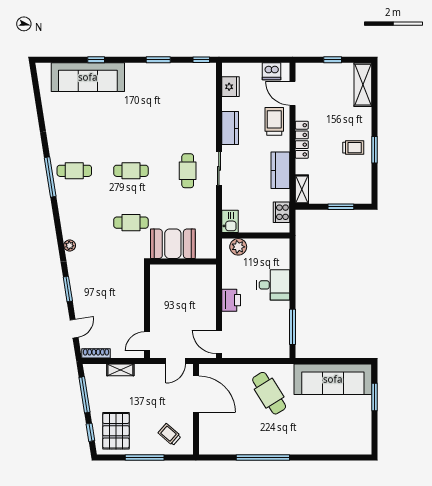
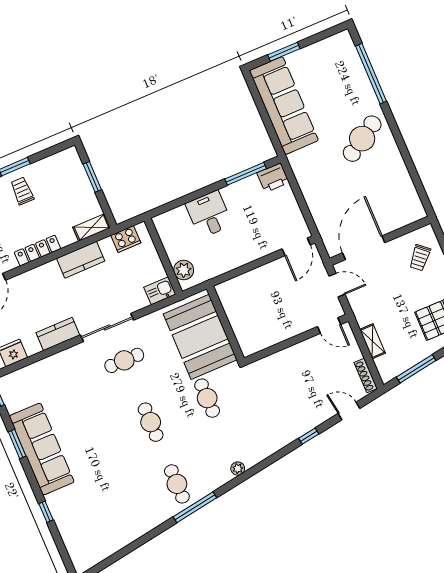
sofa: (88, 77) -> (42, 449), moved
trolley: (274, 121) -> (30, 289), removed
sliding door: (219, 168) -> (107, 327), width x1.37
booth: (173, 244) -> (200, 337), width x1.36, depth x1.42
plant: (70, 245) -> (238, 469), moved
window: (68, 289) -> (309, 436), width x0.67
printer: (231, 300) -> (273, 178), moved, turned 180
cafe table: (269, 393) -> (362, 139), moved
window: (263, 457) -> (371, 74), moved

